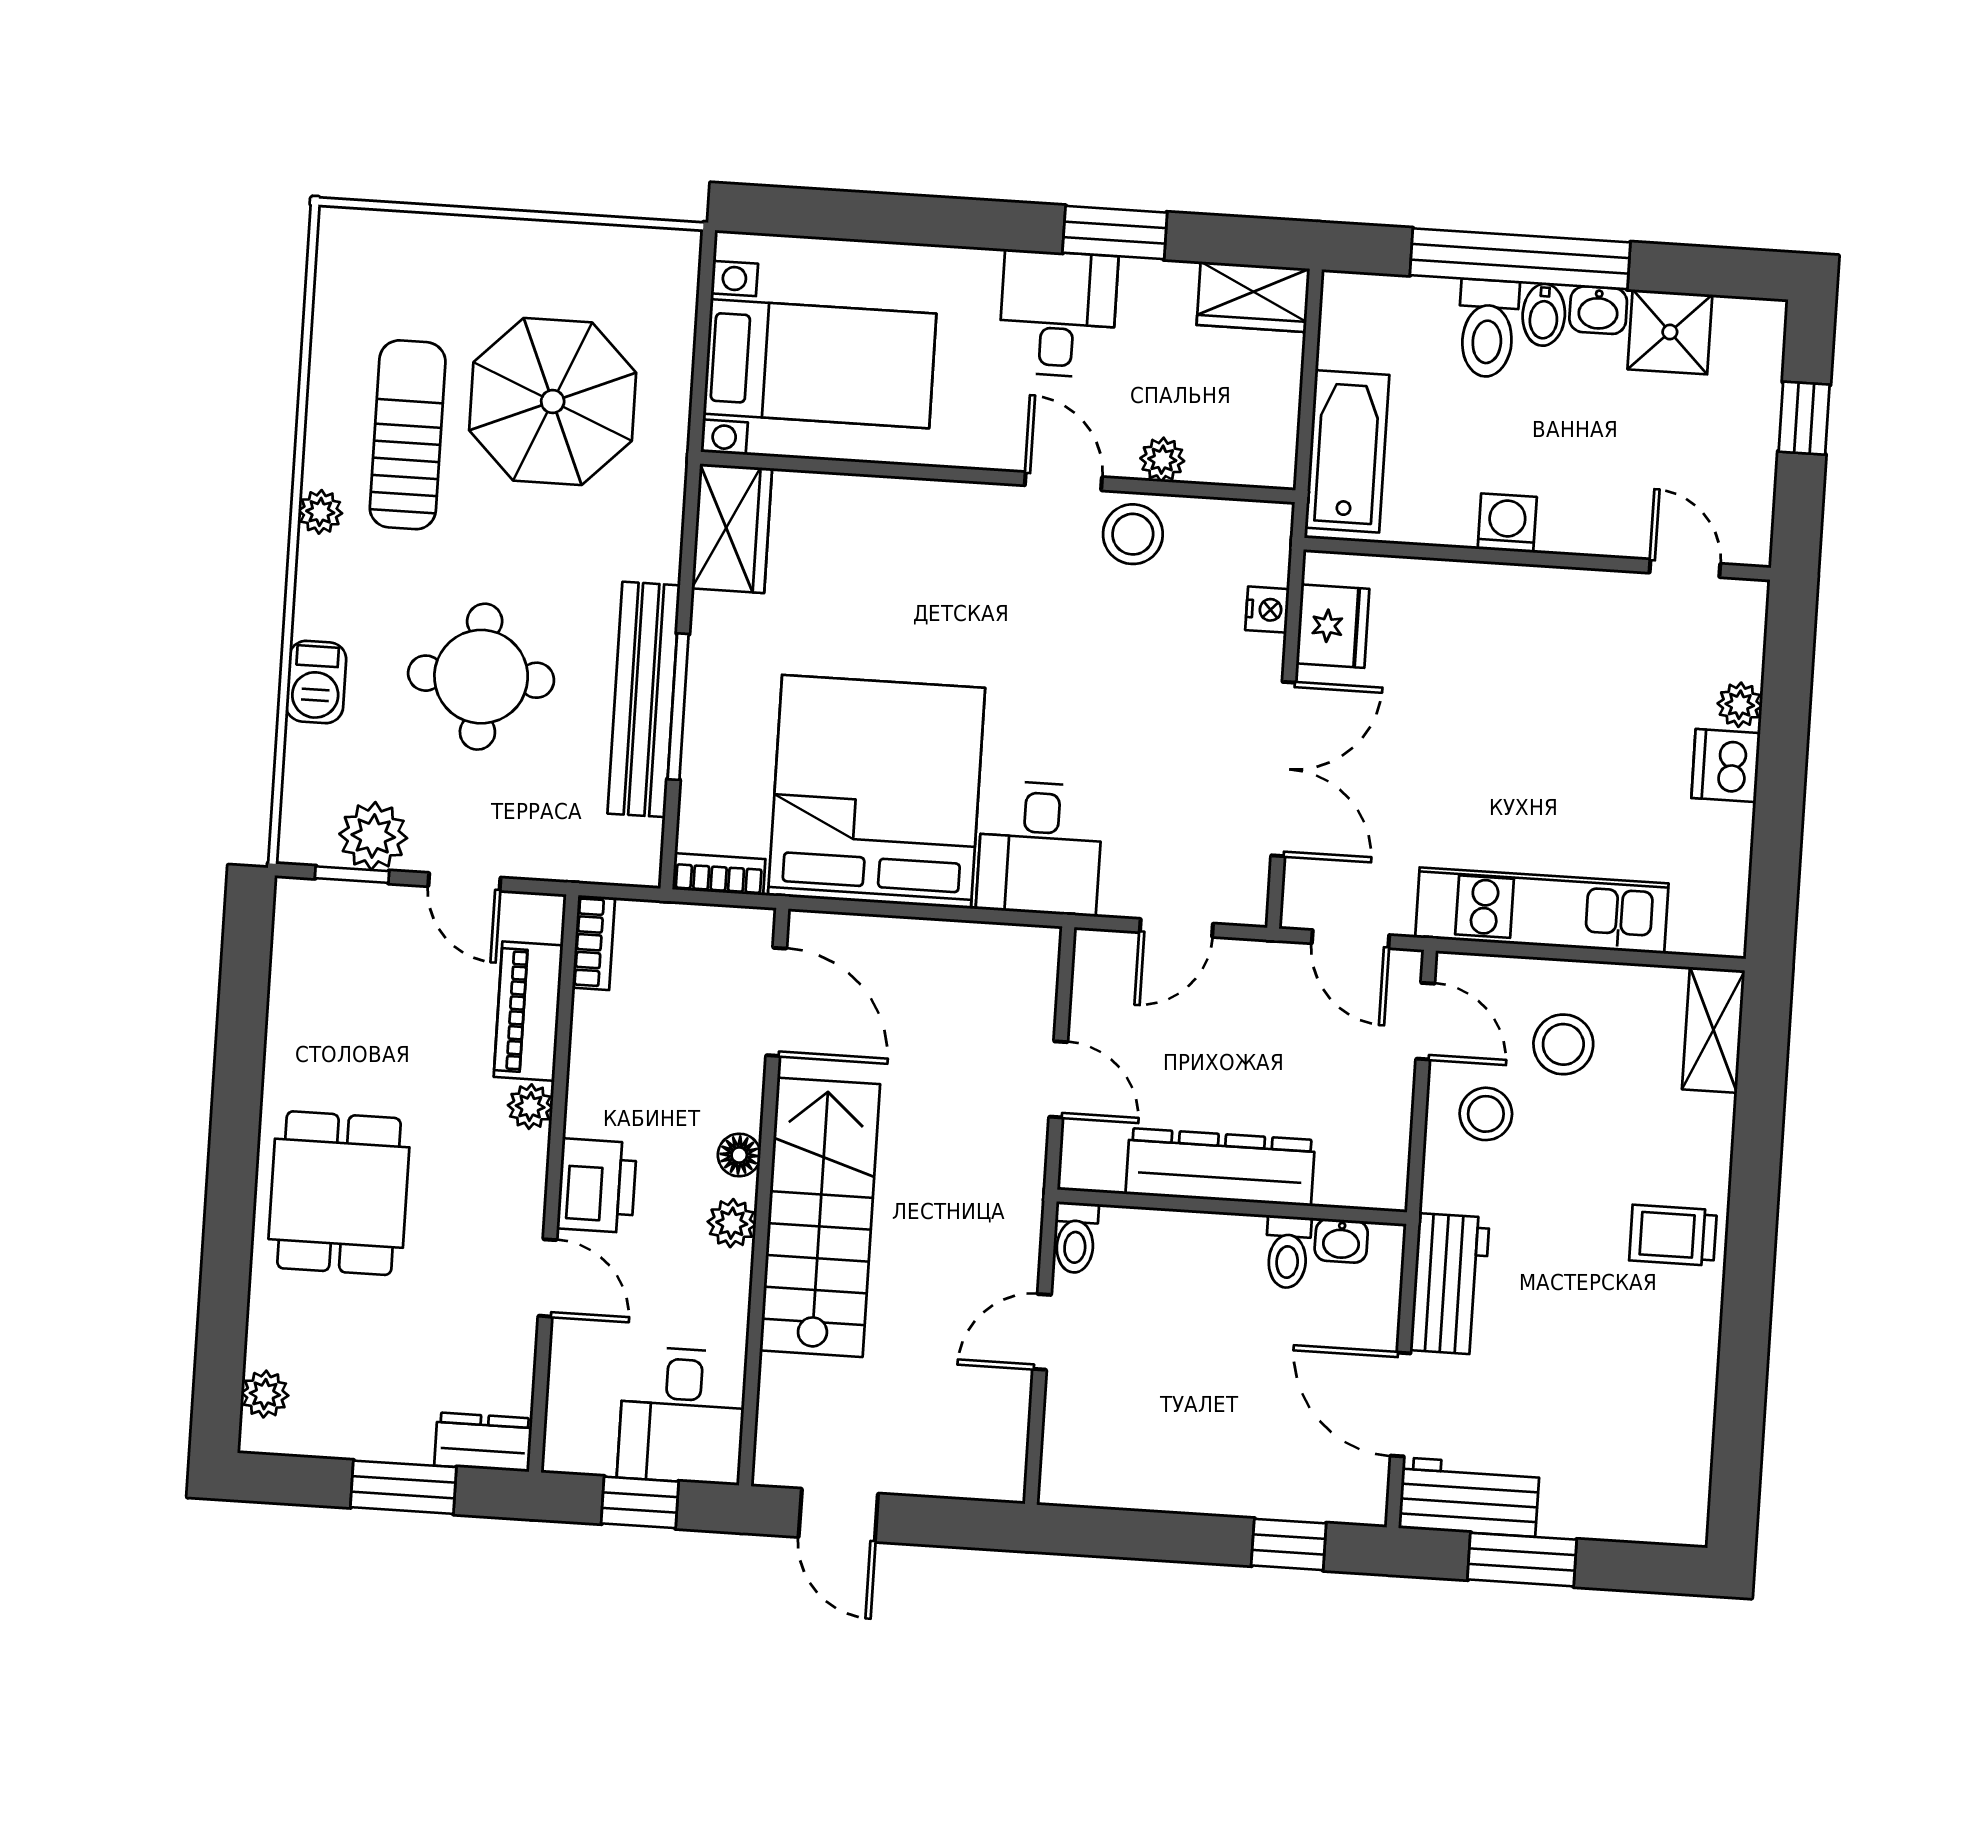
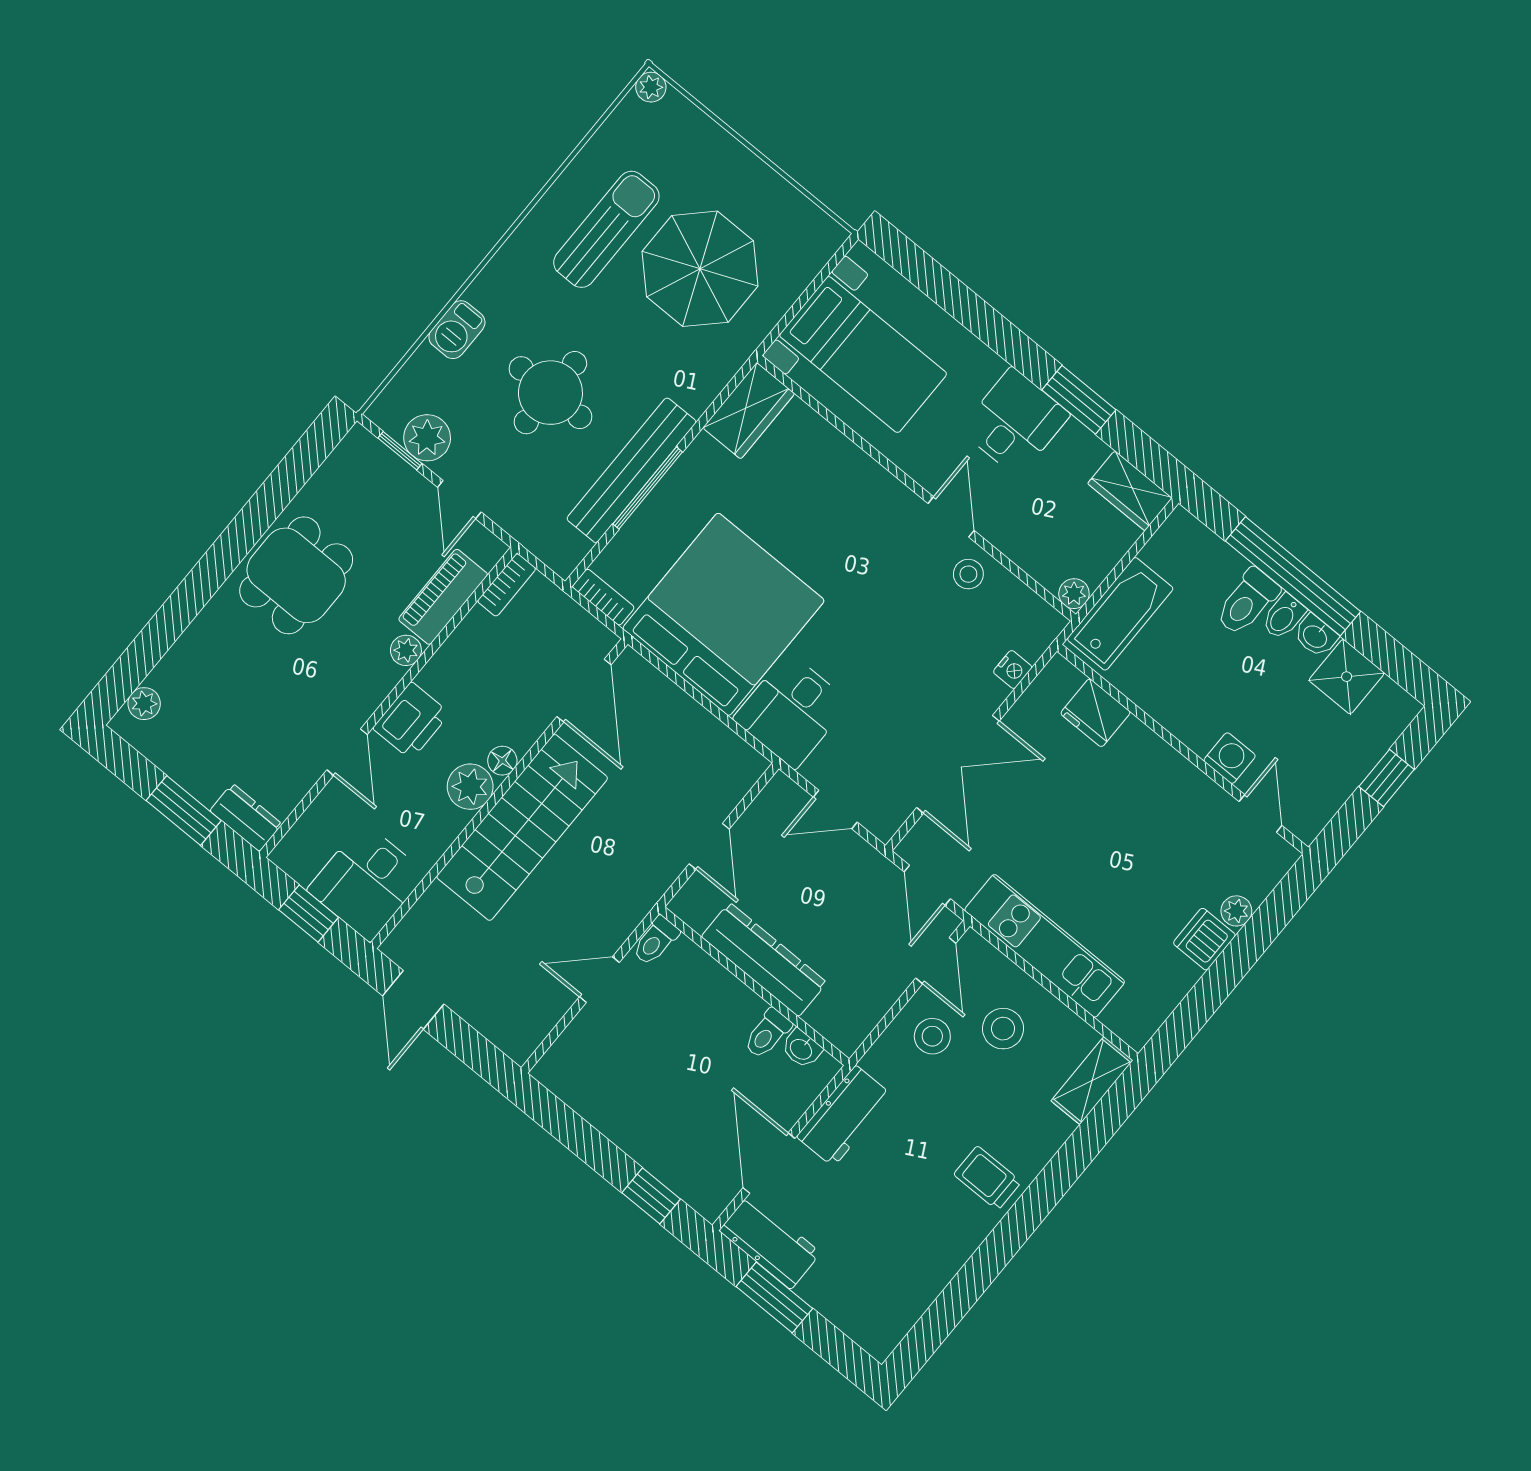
plant: (1162, 460) -> (1074, 594), moved
plant: (320, 512) -> (651, 87), moved
washing machine: (1507, 523) -> (1230, 758), moved
stool: (1133, 534) -> (968, 574), width x0.73, depth x0.73
fridge: (1333, 626) -> (1096, 713), moved, turned 90
dining table: (339, 1193) -> (296, 575), moved
plant: (732, 1223) -> (470, 787), width x1.38, depth x1.38

